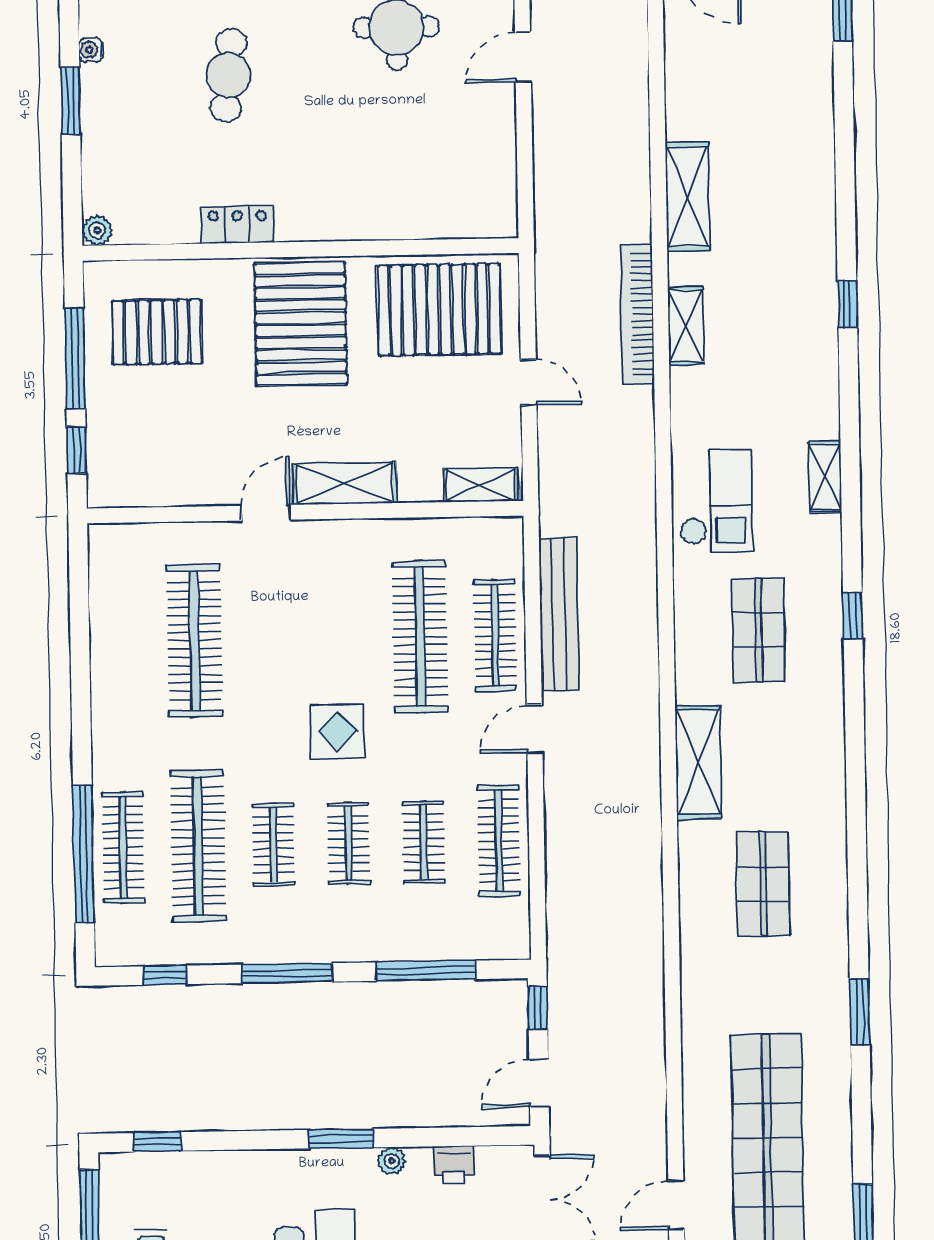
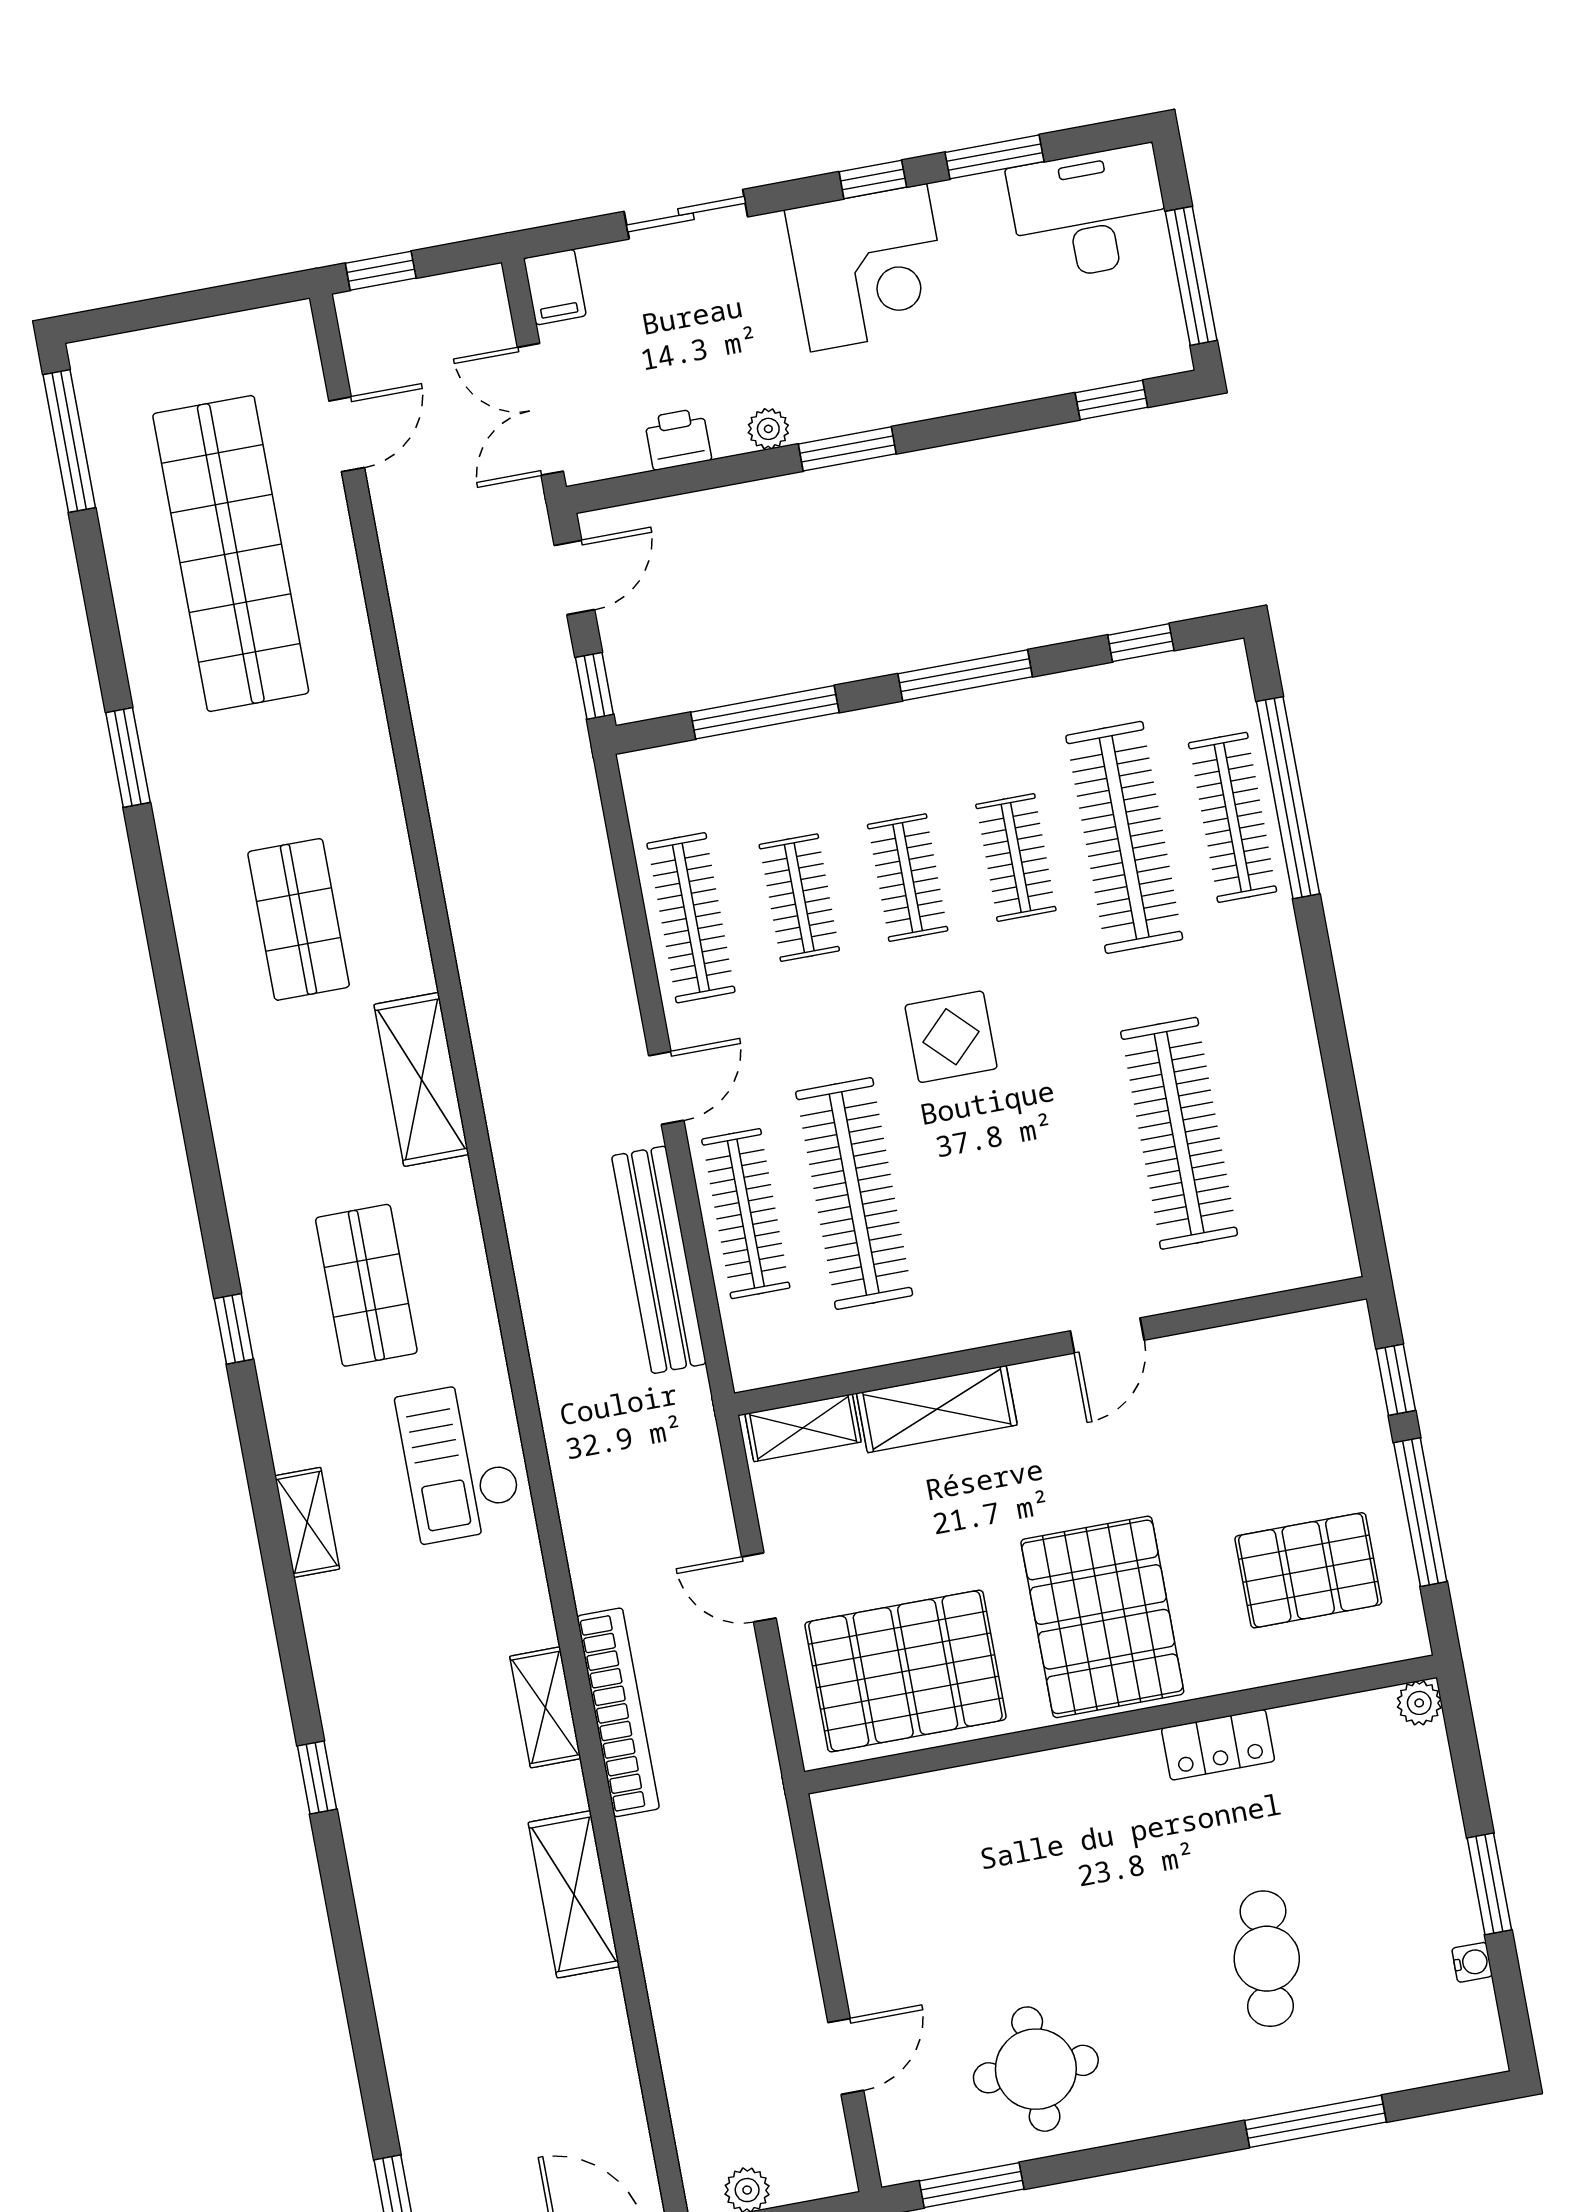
shelving: (345, 483) -> (937, 1409), moved

